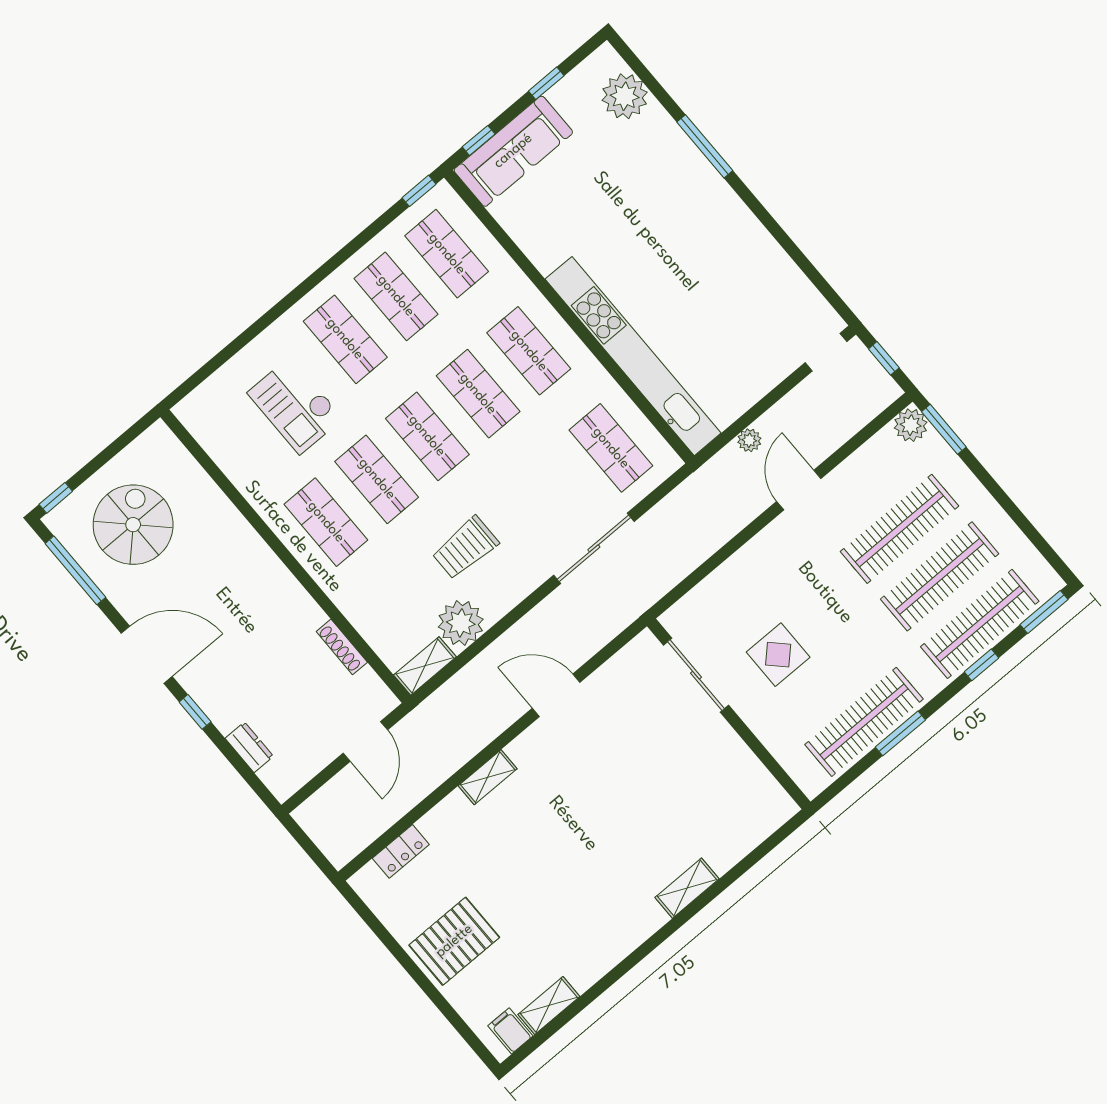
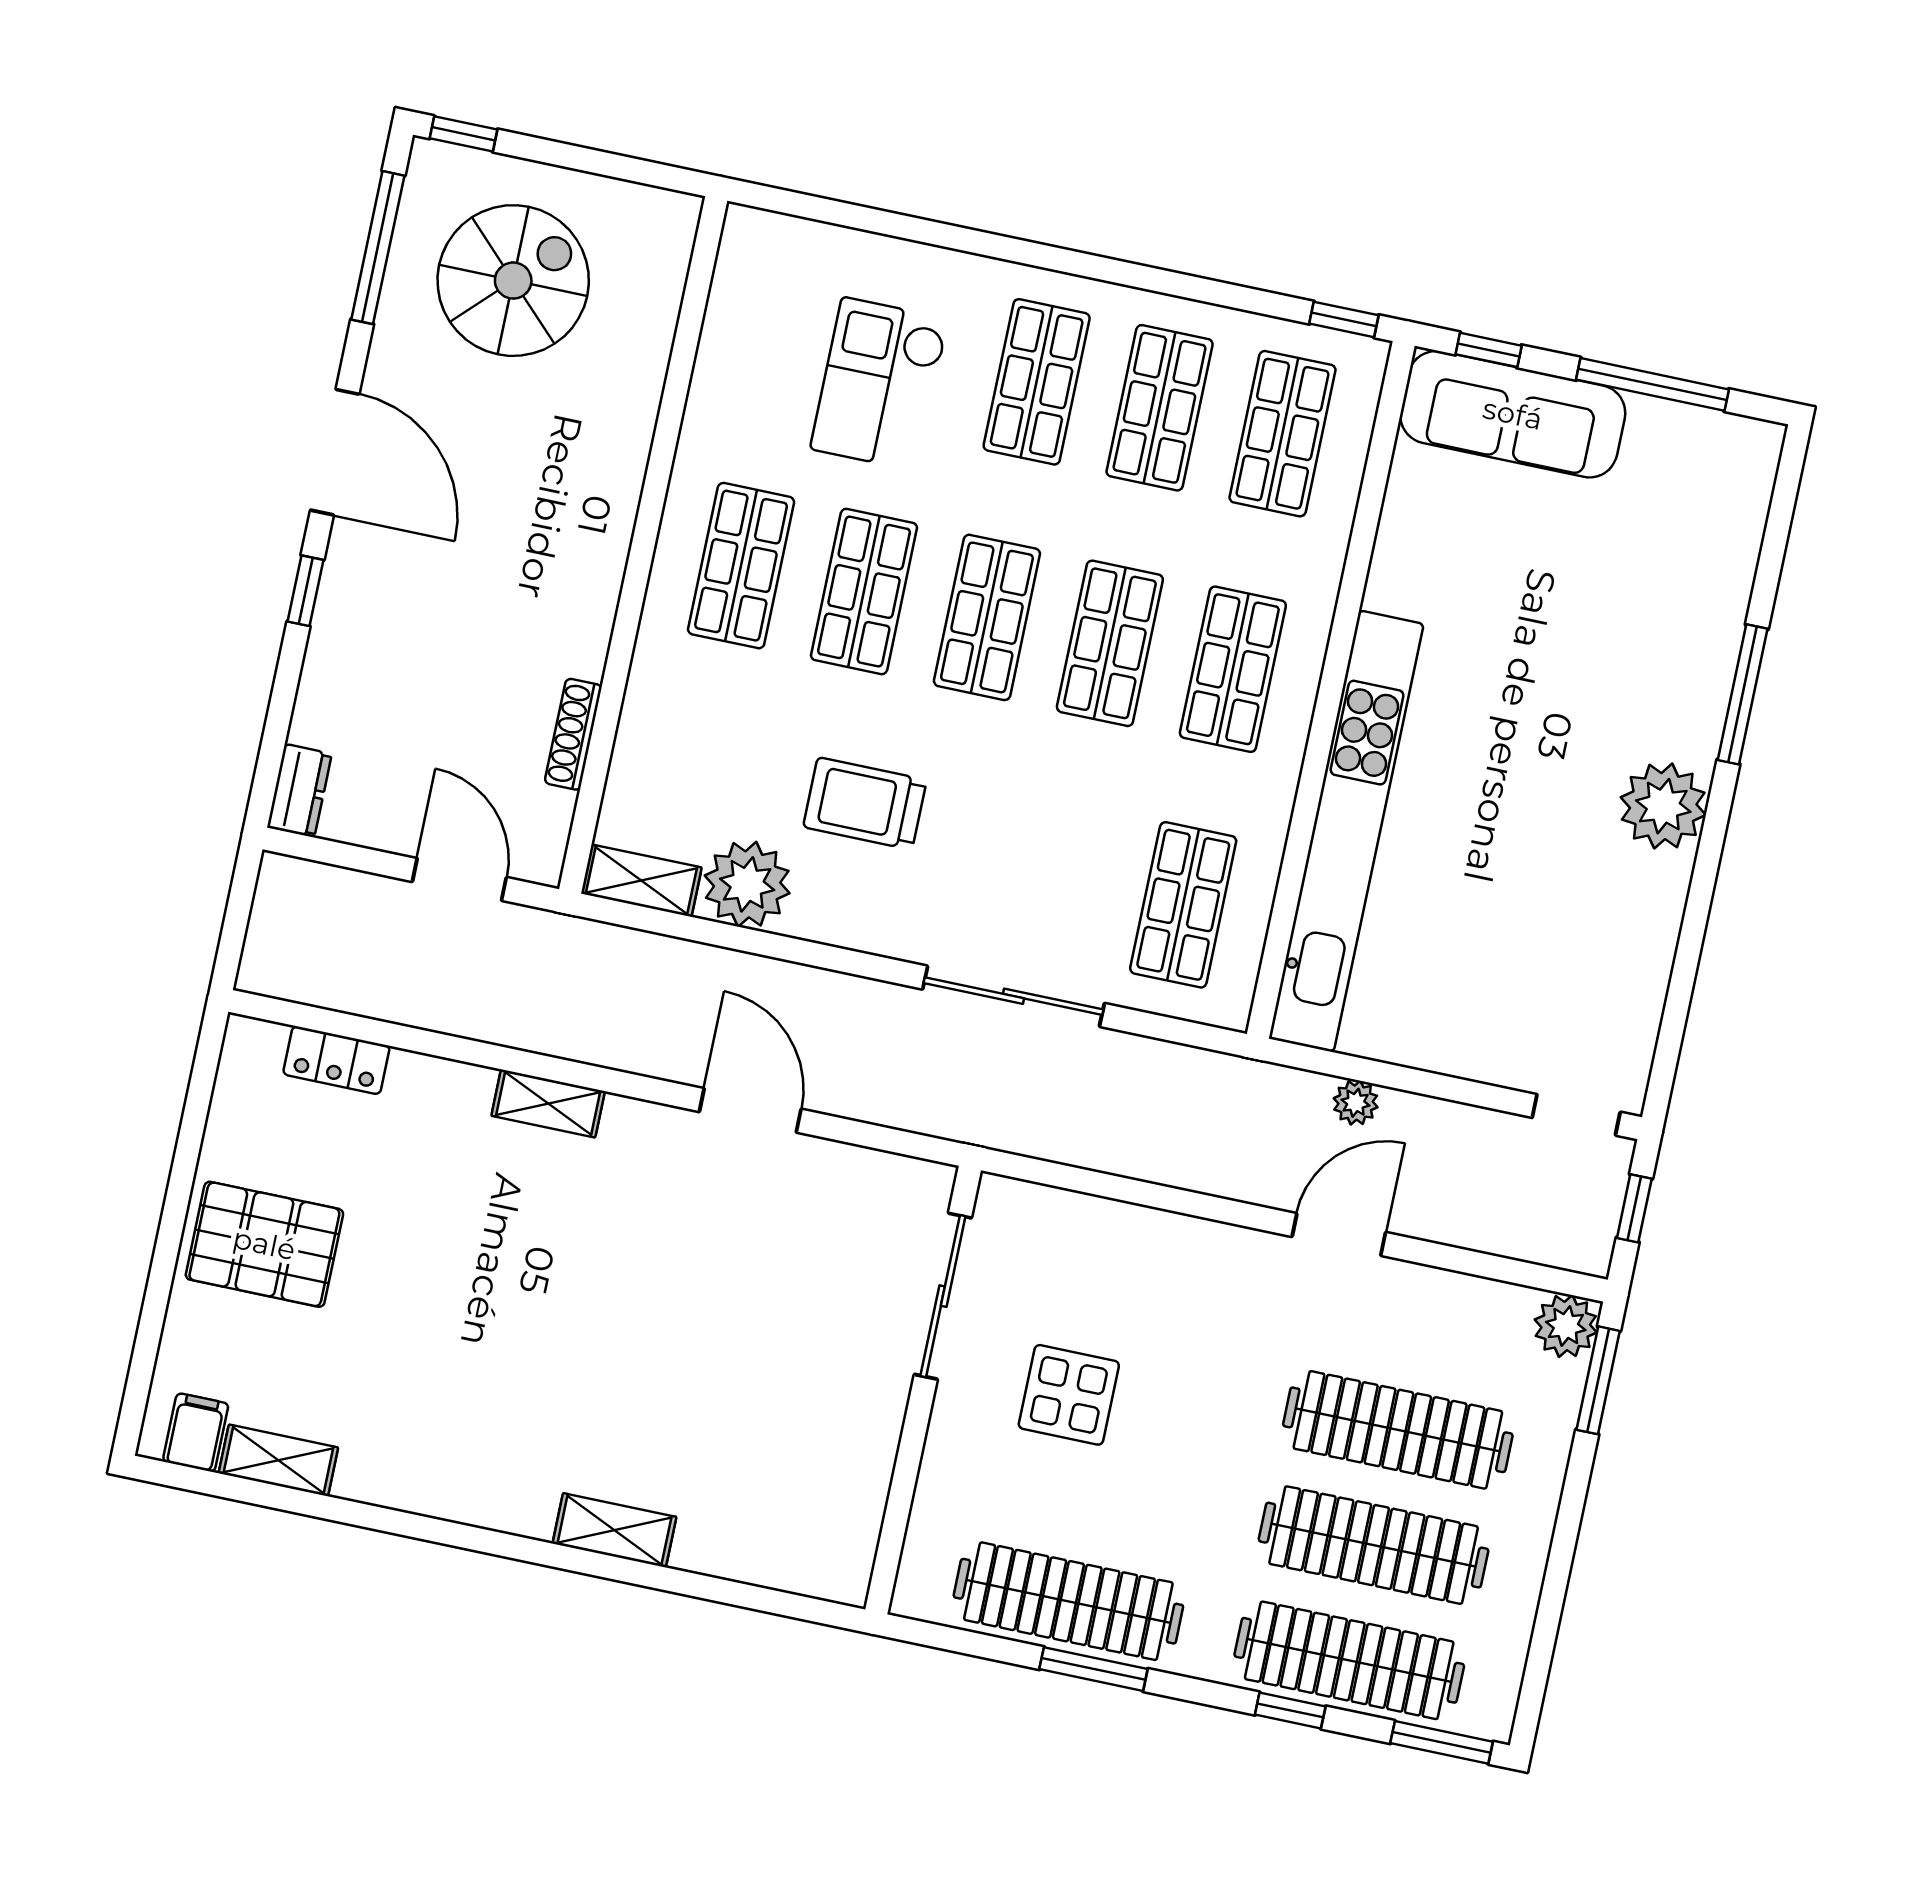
window: (546, 83) -> (1652, 384), width x2.17
plant: (625, 96) -> (1663, 806), moved
door: (365, 742) -> (459, 879), swing flipped
dresser: (249, 747) -> (299, 791), moved

